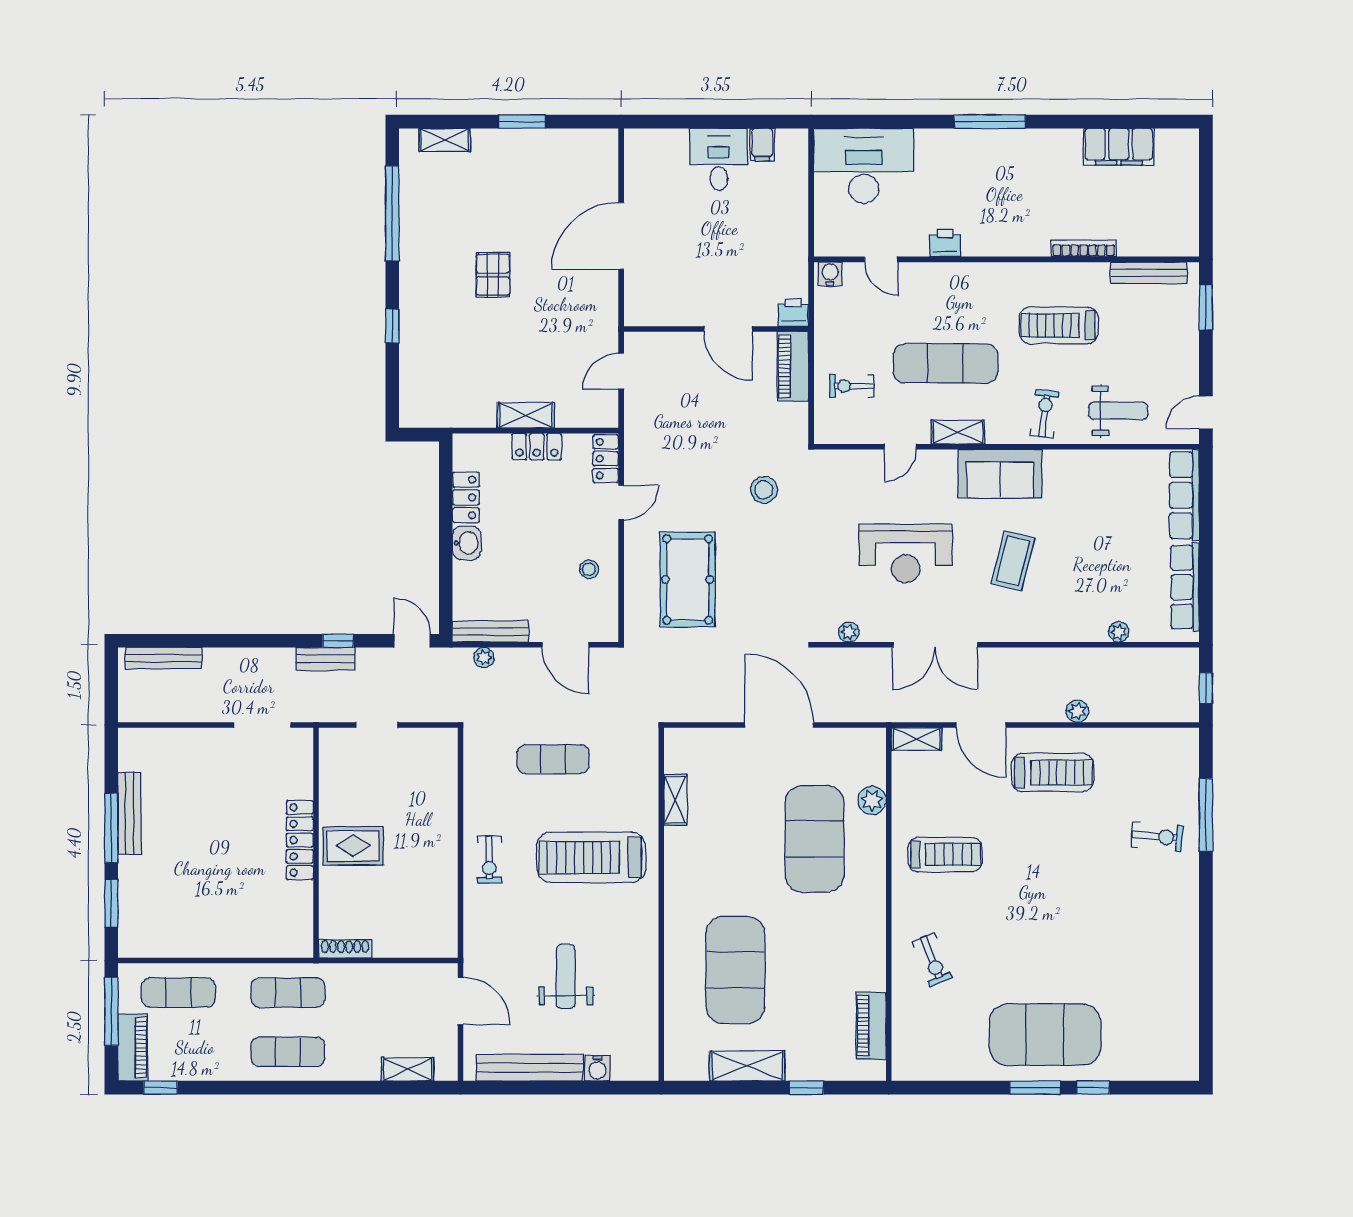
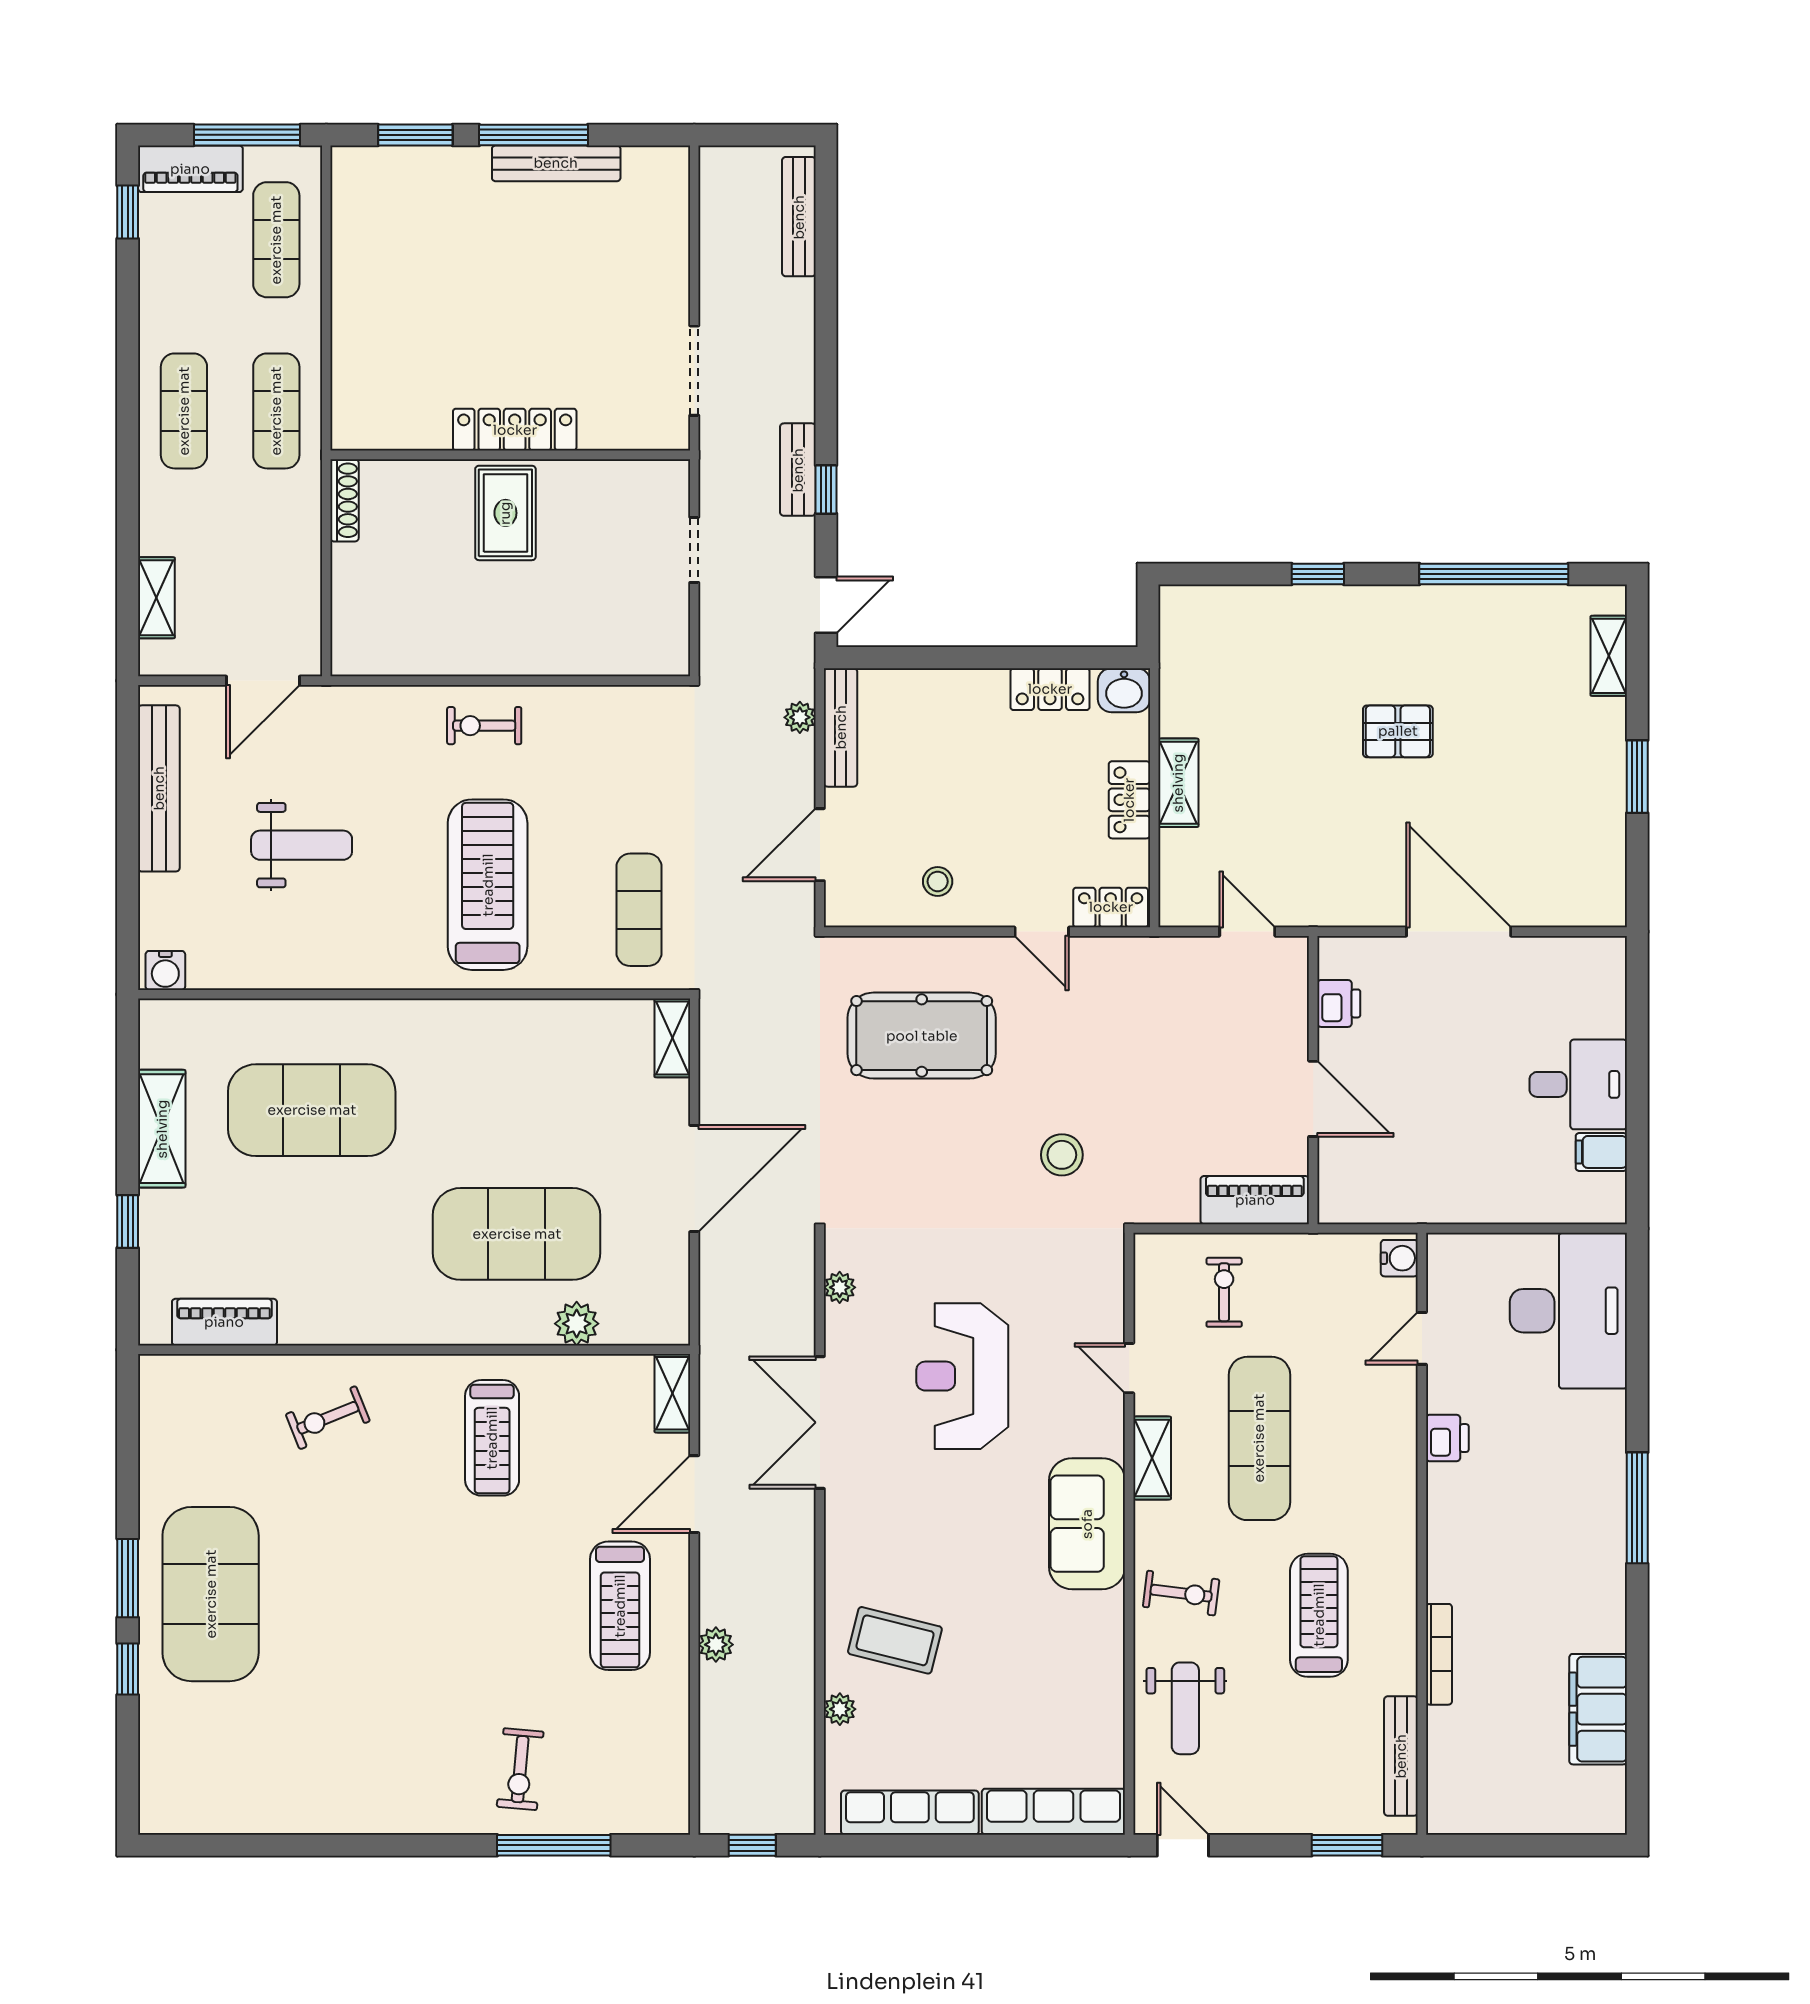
printer: (793, 313) -> (1339, 1003), moved
door: (728, 329) -> (1313, 1099), swing flipped
washbasin: (467, 543) -> (1124, 690), moved
coffee table: (1013, 561) -> (895, 1640), moved
exercise mat: (553, 759) -> (639, 910), moved
shelving: (675, 800) -> (672, 1038), moved, turned 90
water cooler: (597, 1068) -> (165, 970), moved, turned -90

